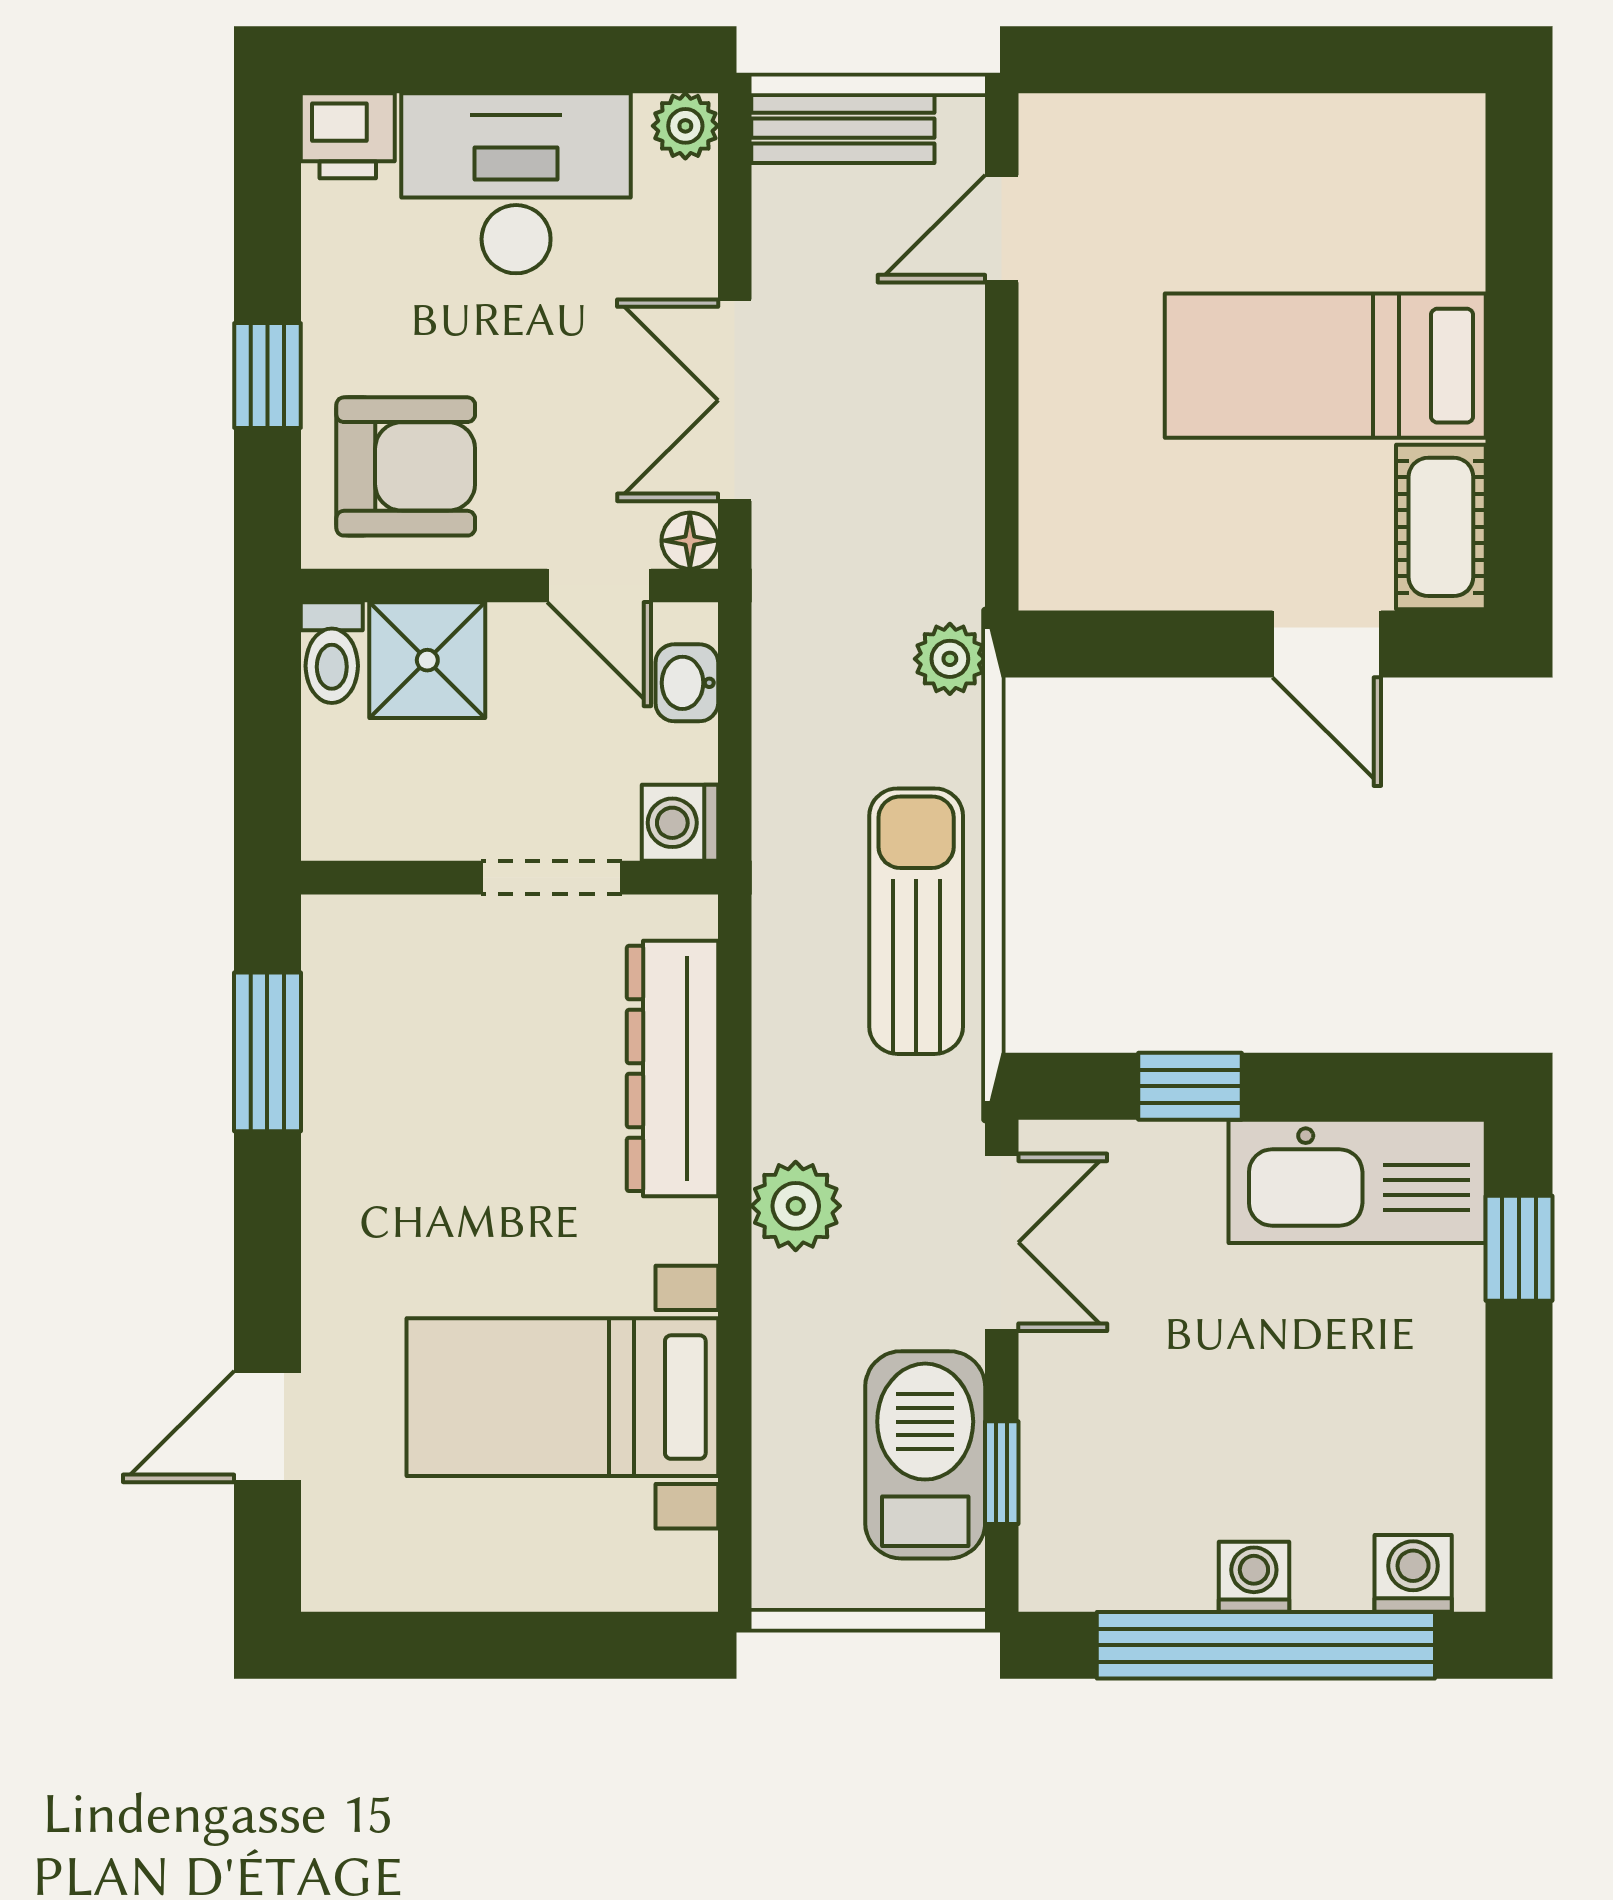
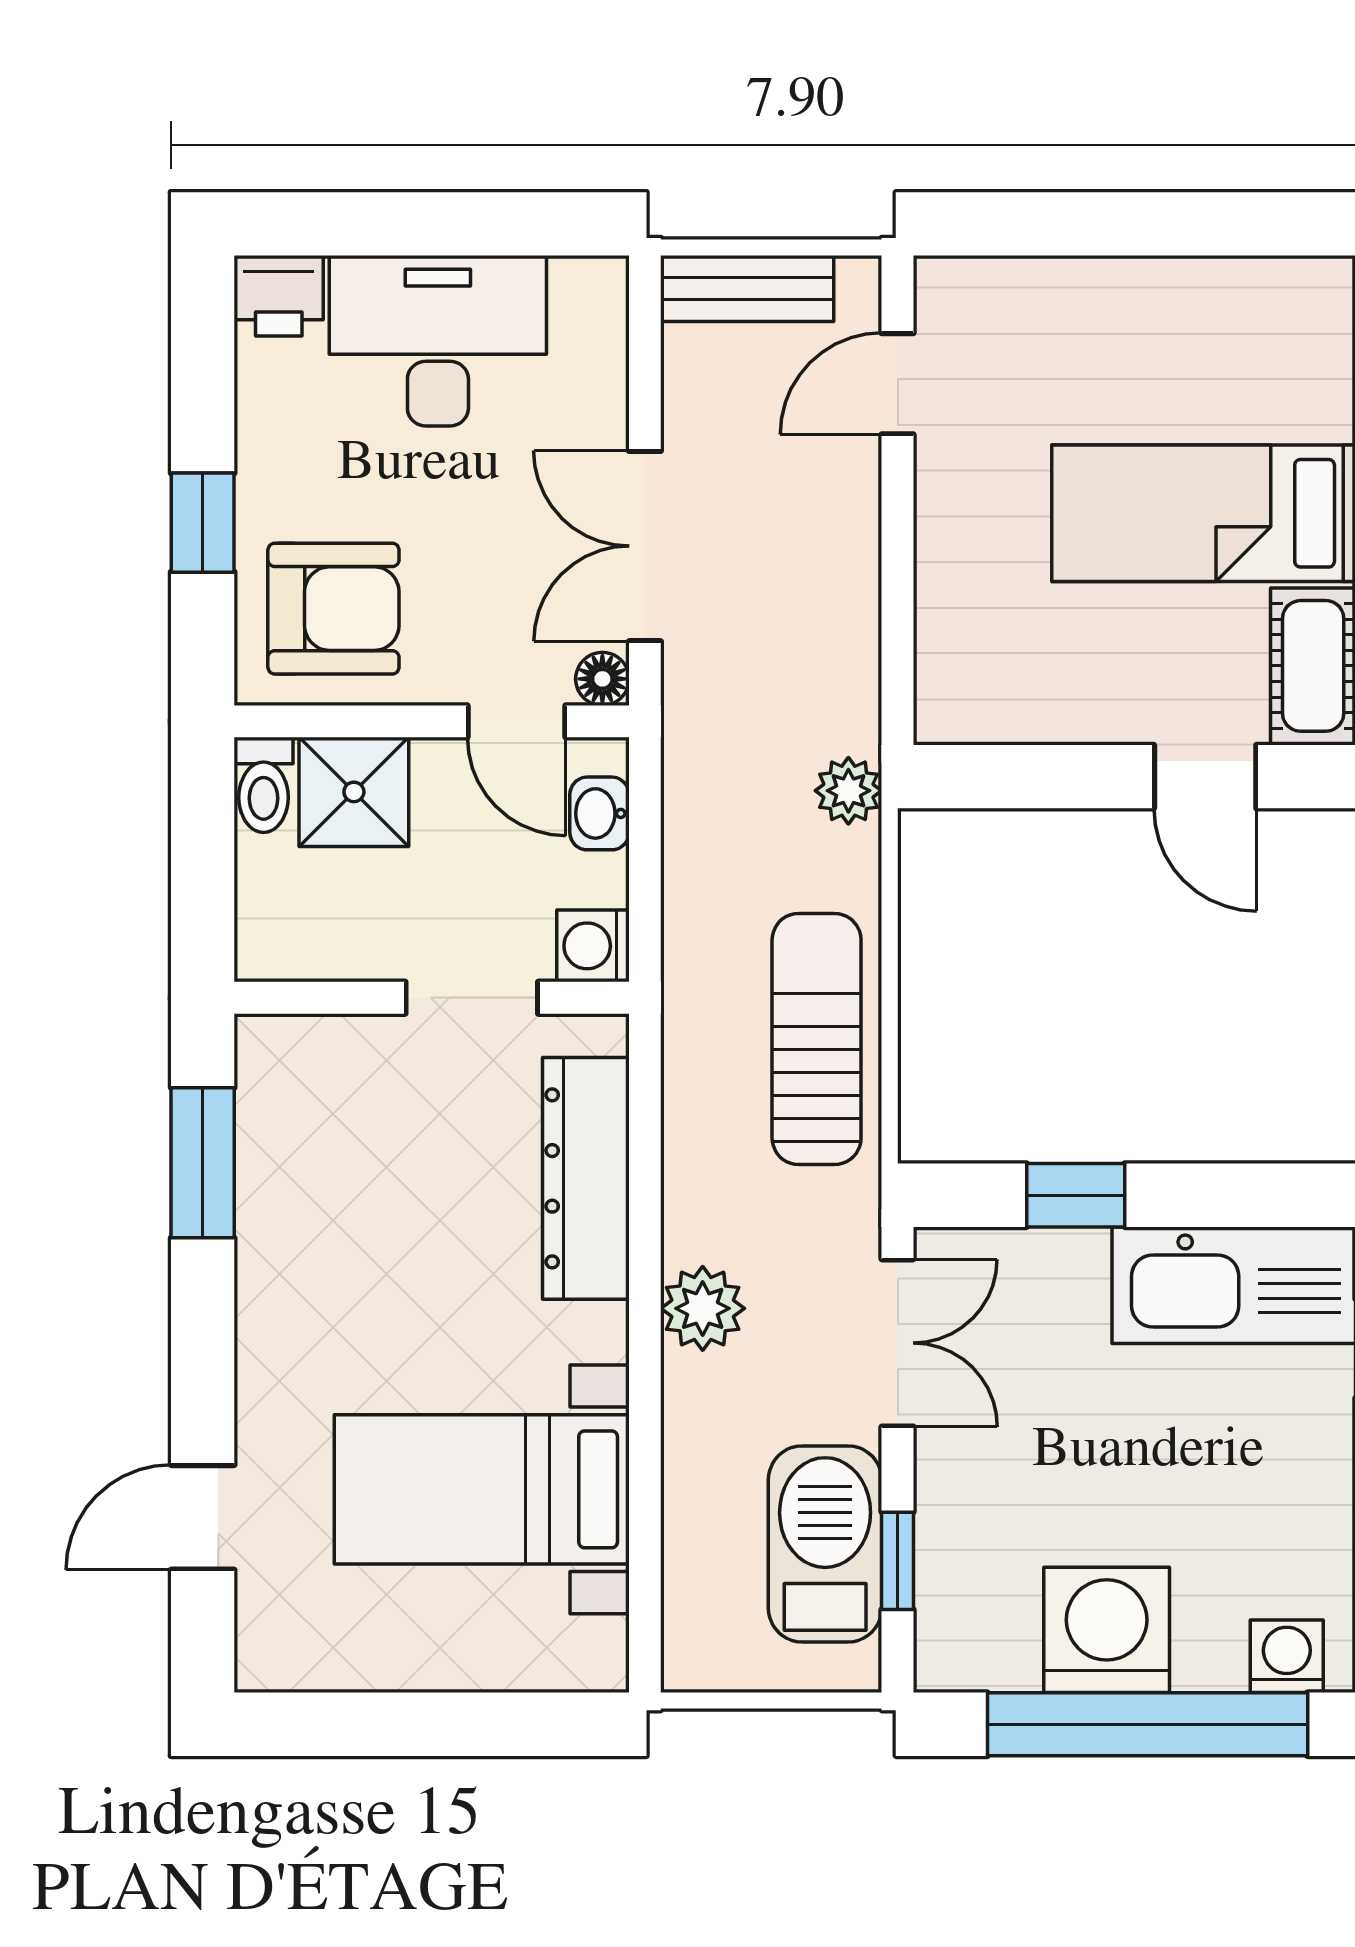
plant: (685, 126) -> (598, 286), removed
washing machine: (1254, 1577) -> (1107, 1630), width x1.89, depth x1.89

